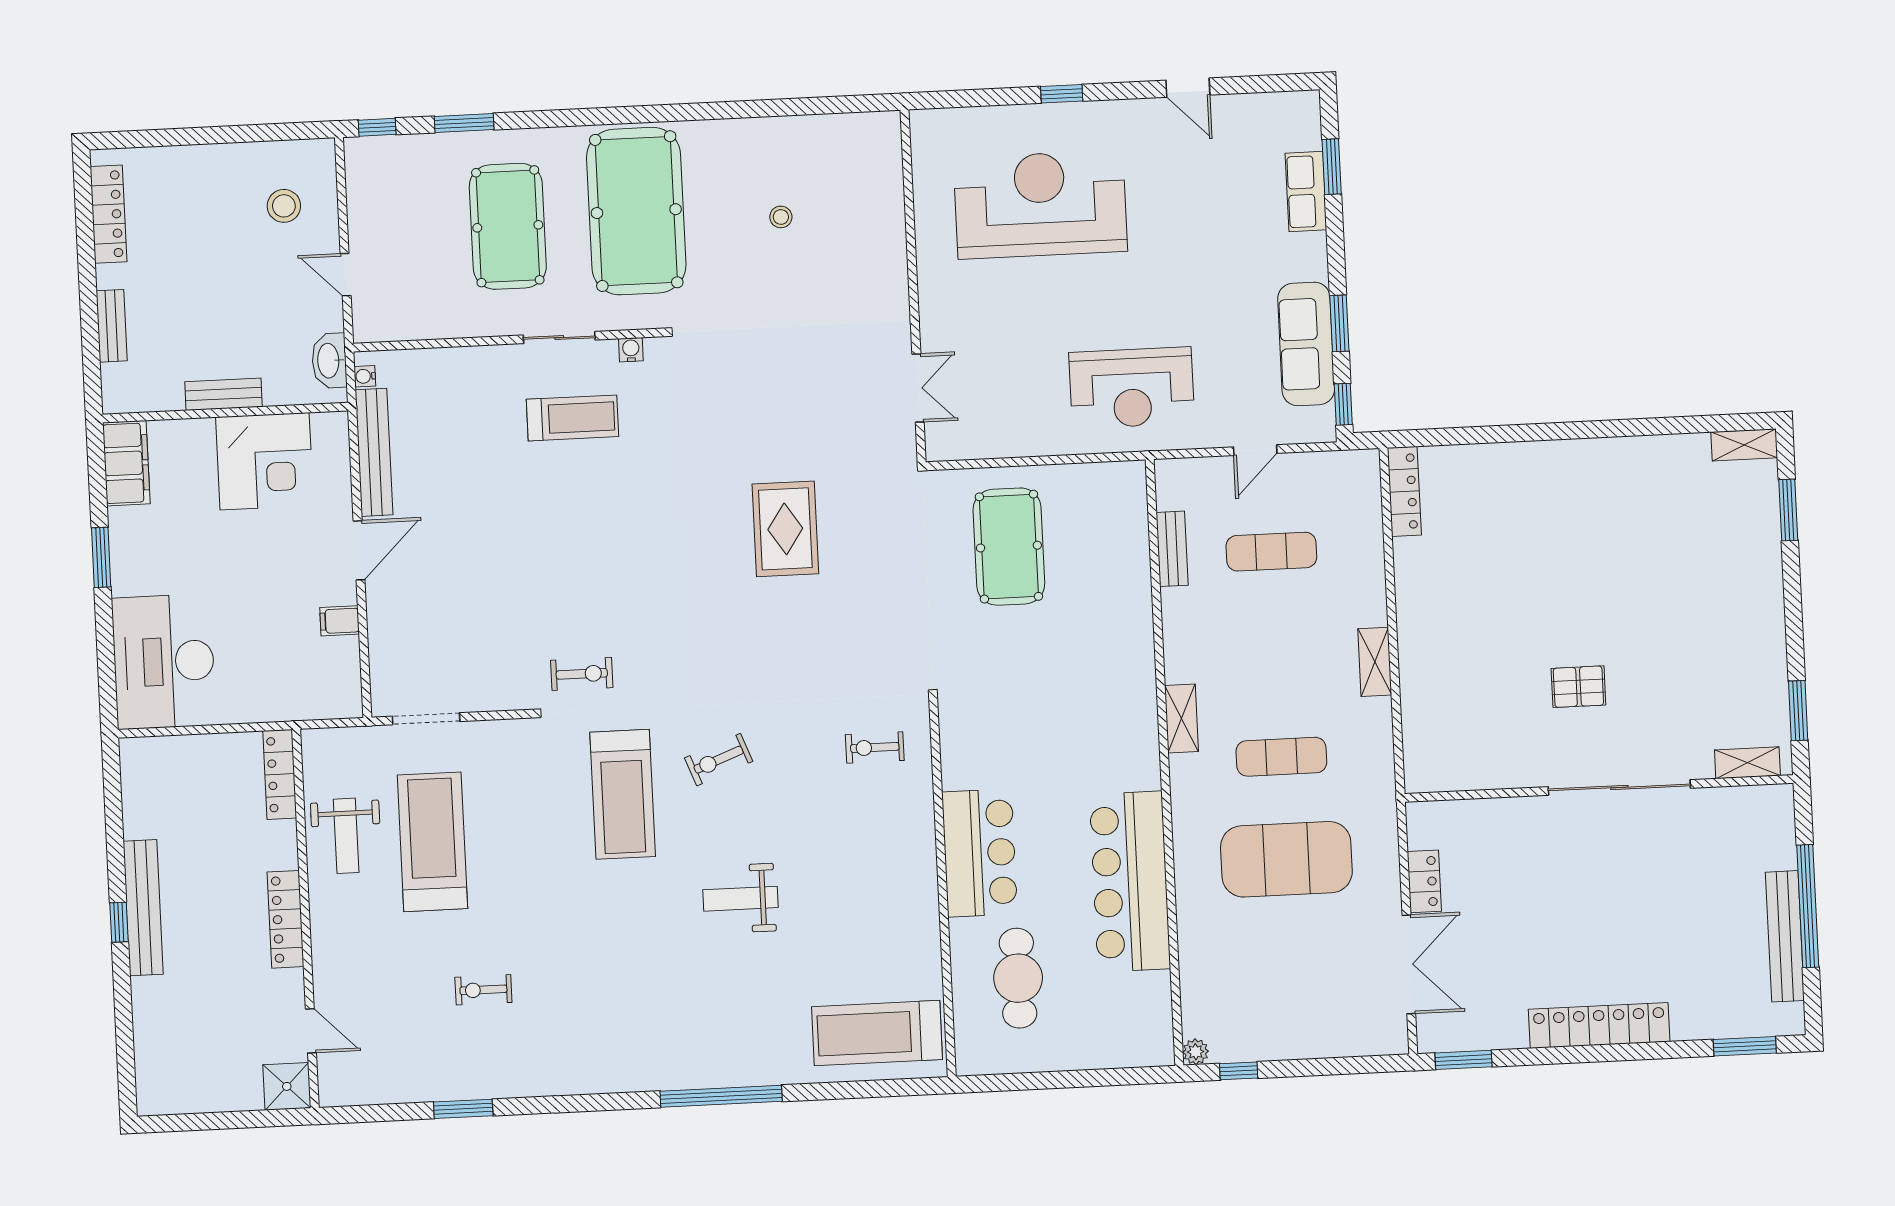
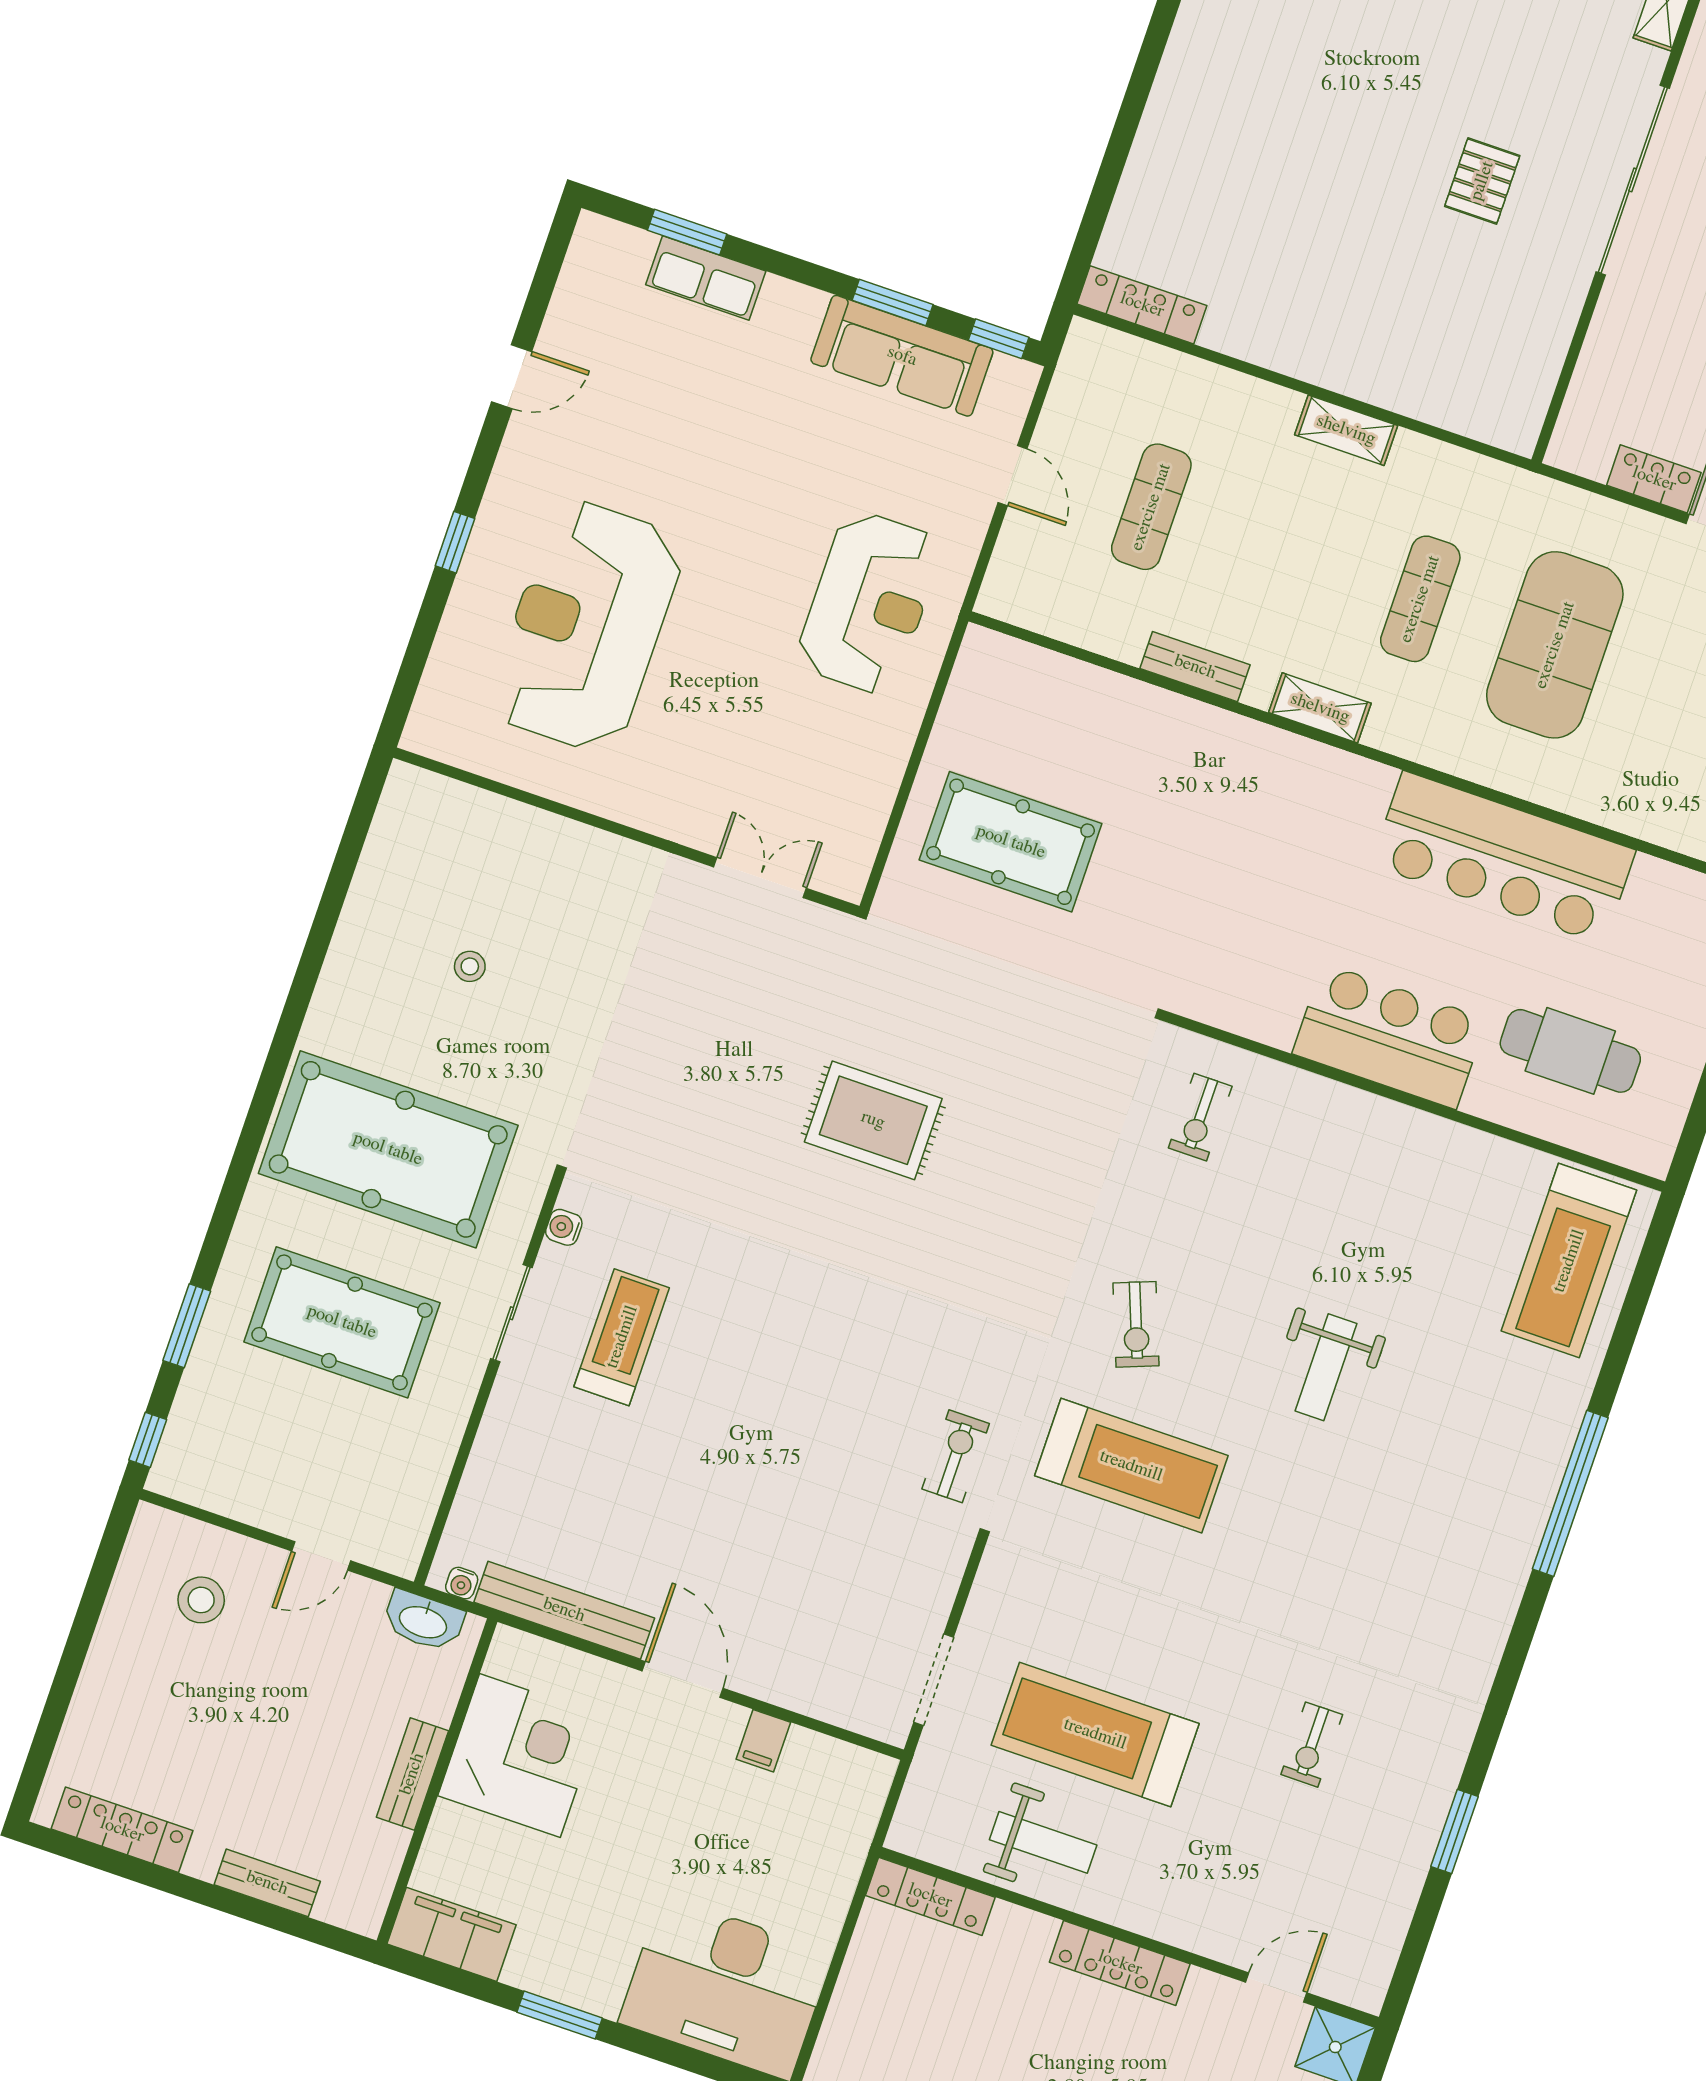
bench: (1172, 549) -> (1195, 667), moved

